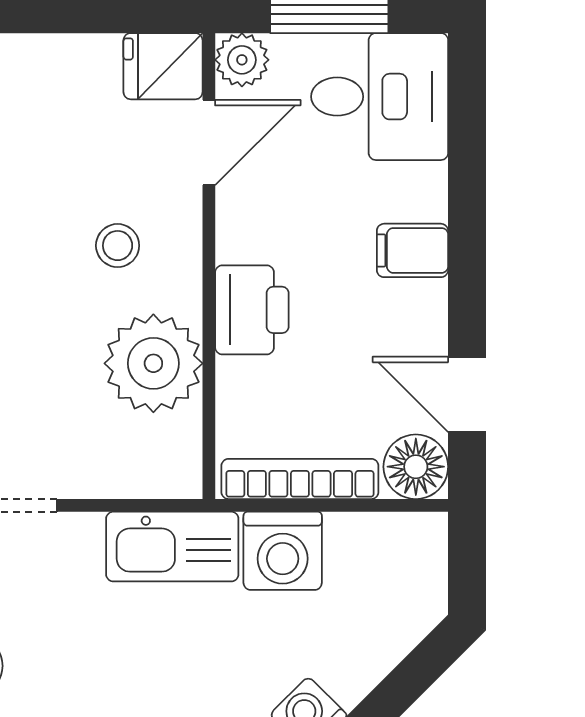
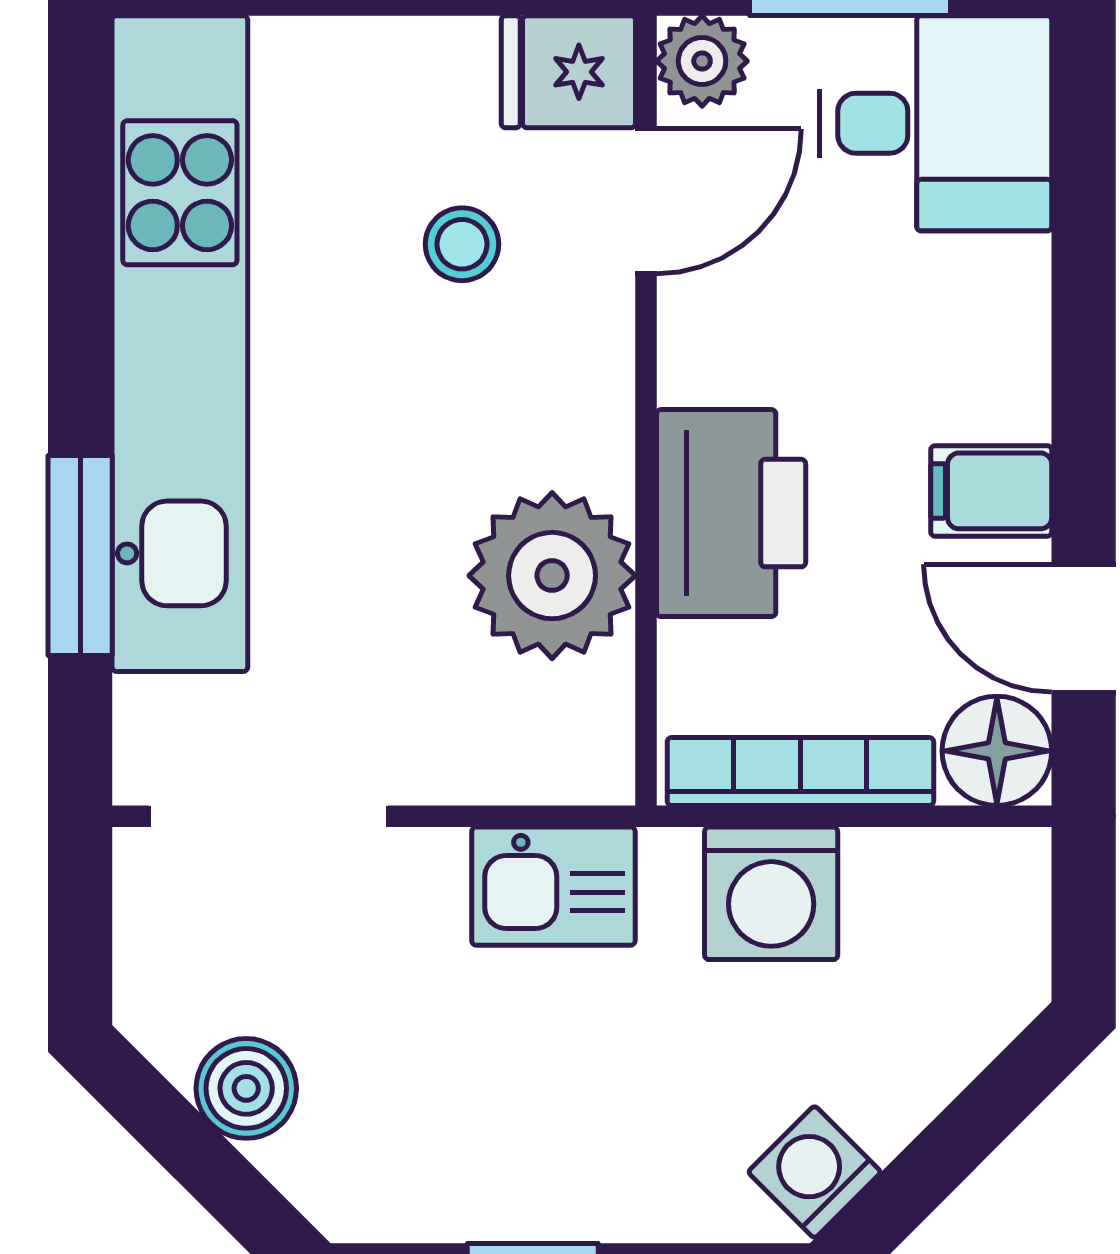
stool: (118, 246) -> (462, 244), moved
filing cabinet: (412, 250) -> (991, 491), moved
printer: (252, 310) -> (731, 513), width x1.37, depth x1.19
kitchen sink: (172, 547) -> (553, 886), width x0.73

